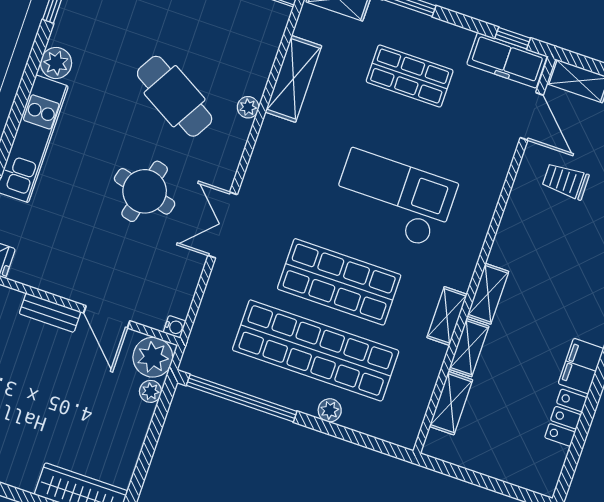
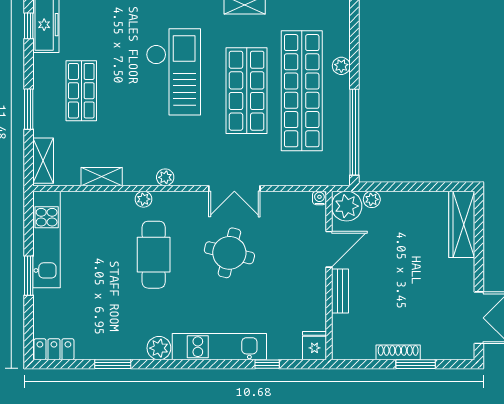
shelving: (293, 79) -> (102, 177), width x0.67, depth x0.75
cafe table: (175, 96) -> (154, 255), turned -30
plant: (266, 144) -> (165, 177), added
checkout: (394, 199) -> (173, 72), turned 180

